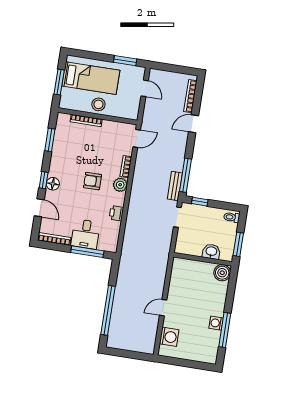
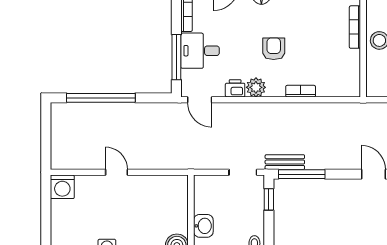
door: (137, 138) -> (200, 100), moved
plant: (120, 185) -> (256, 87), moved
washing machine: (169, 337) -> (62, 187), moved

